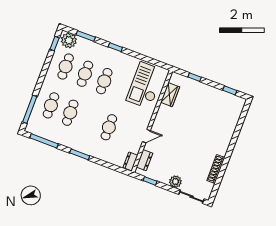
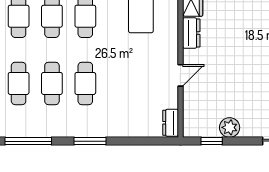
cafe table: (109, 127) -> (85, 83), moved
dresser: (144, 160) -> (191, 33), moved
plant: (175, 182) -> (230, 127), moved

